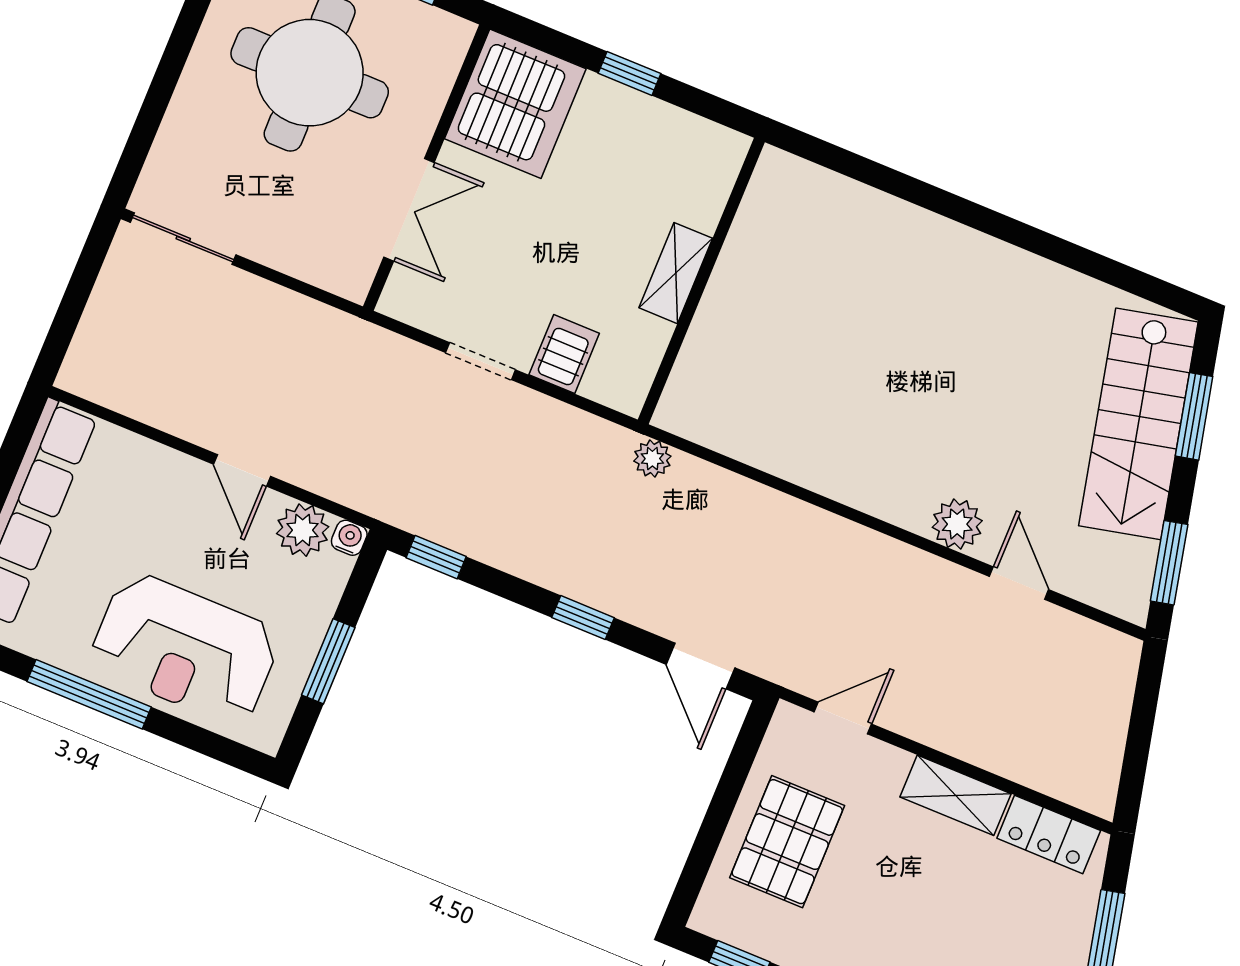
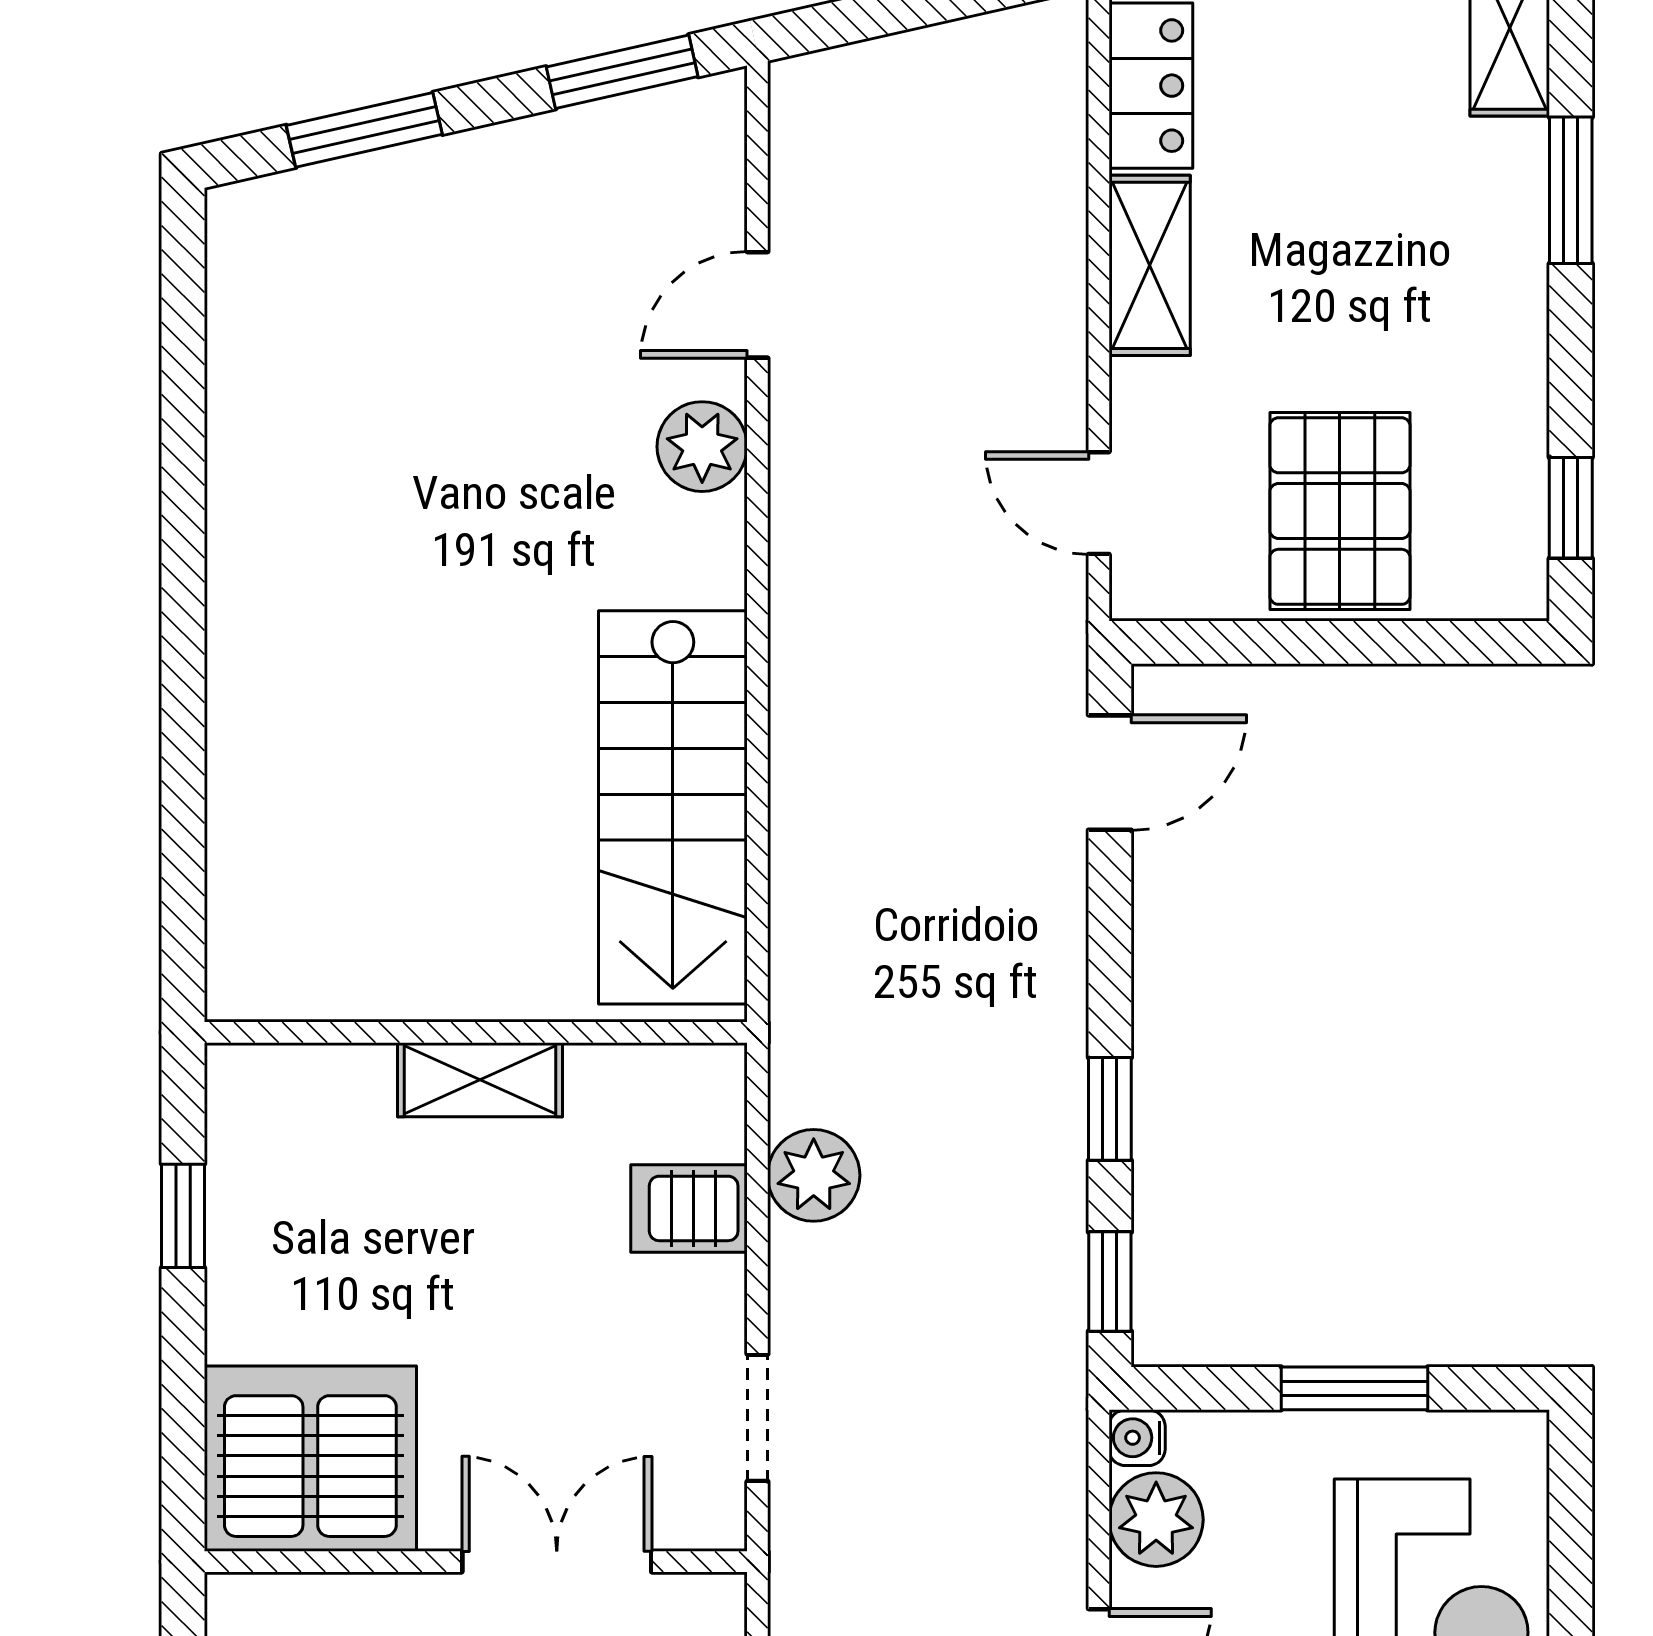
window: (629, 73) -> (183, 1216), moved
doorway: (480, 361) -> (757, 1418), moved
stairs: (1138, 424) -> (673, 807), moved, turned 103
plant: (652, 459) -> (814, 1175), moved, width x1.38, depth x1.38
window: (583, 618) -> (1110, 1109), moved
pallet: (787, 842) -> (1340, 511), turned 90

